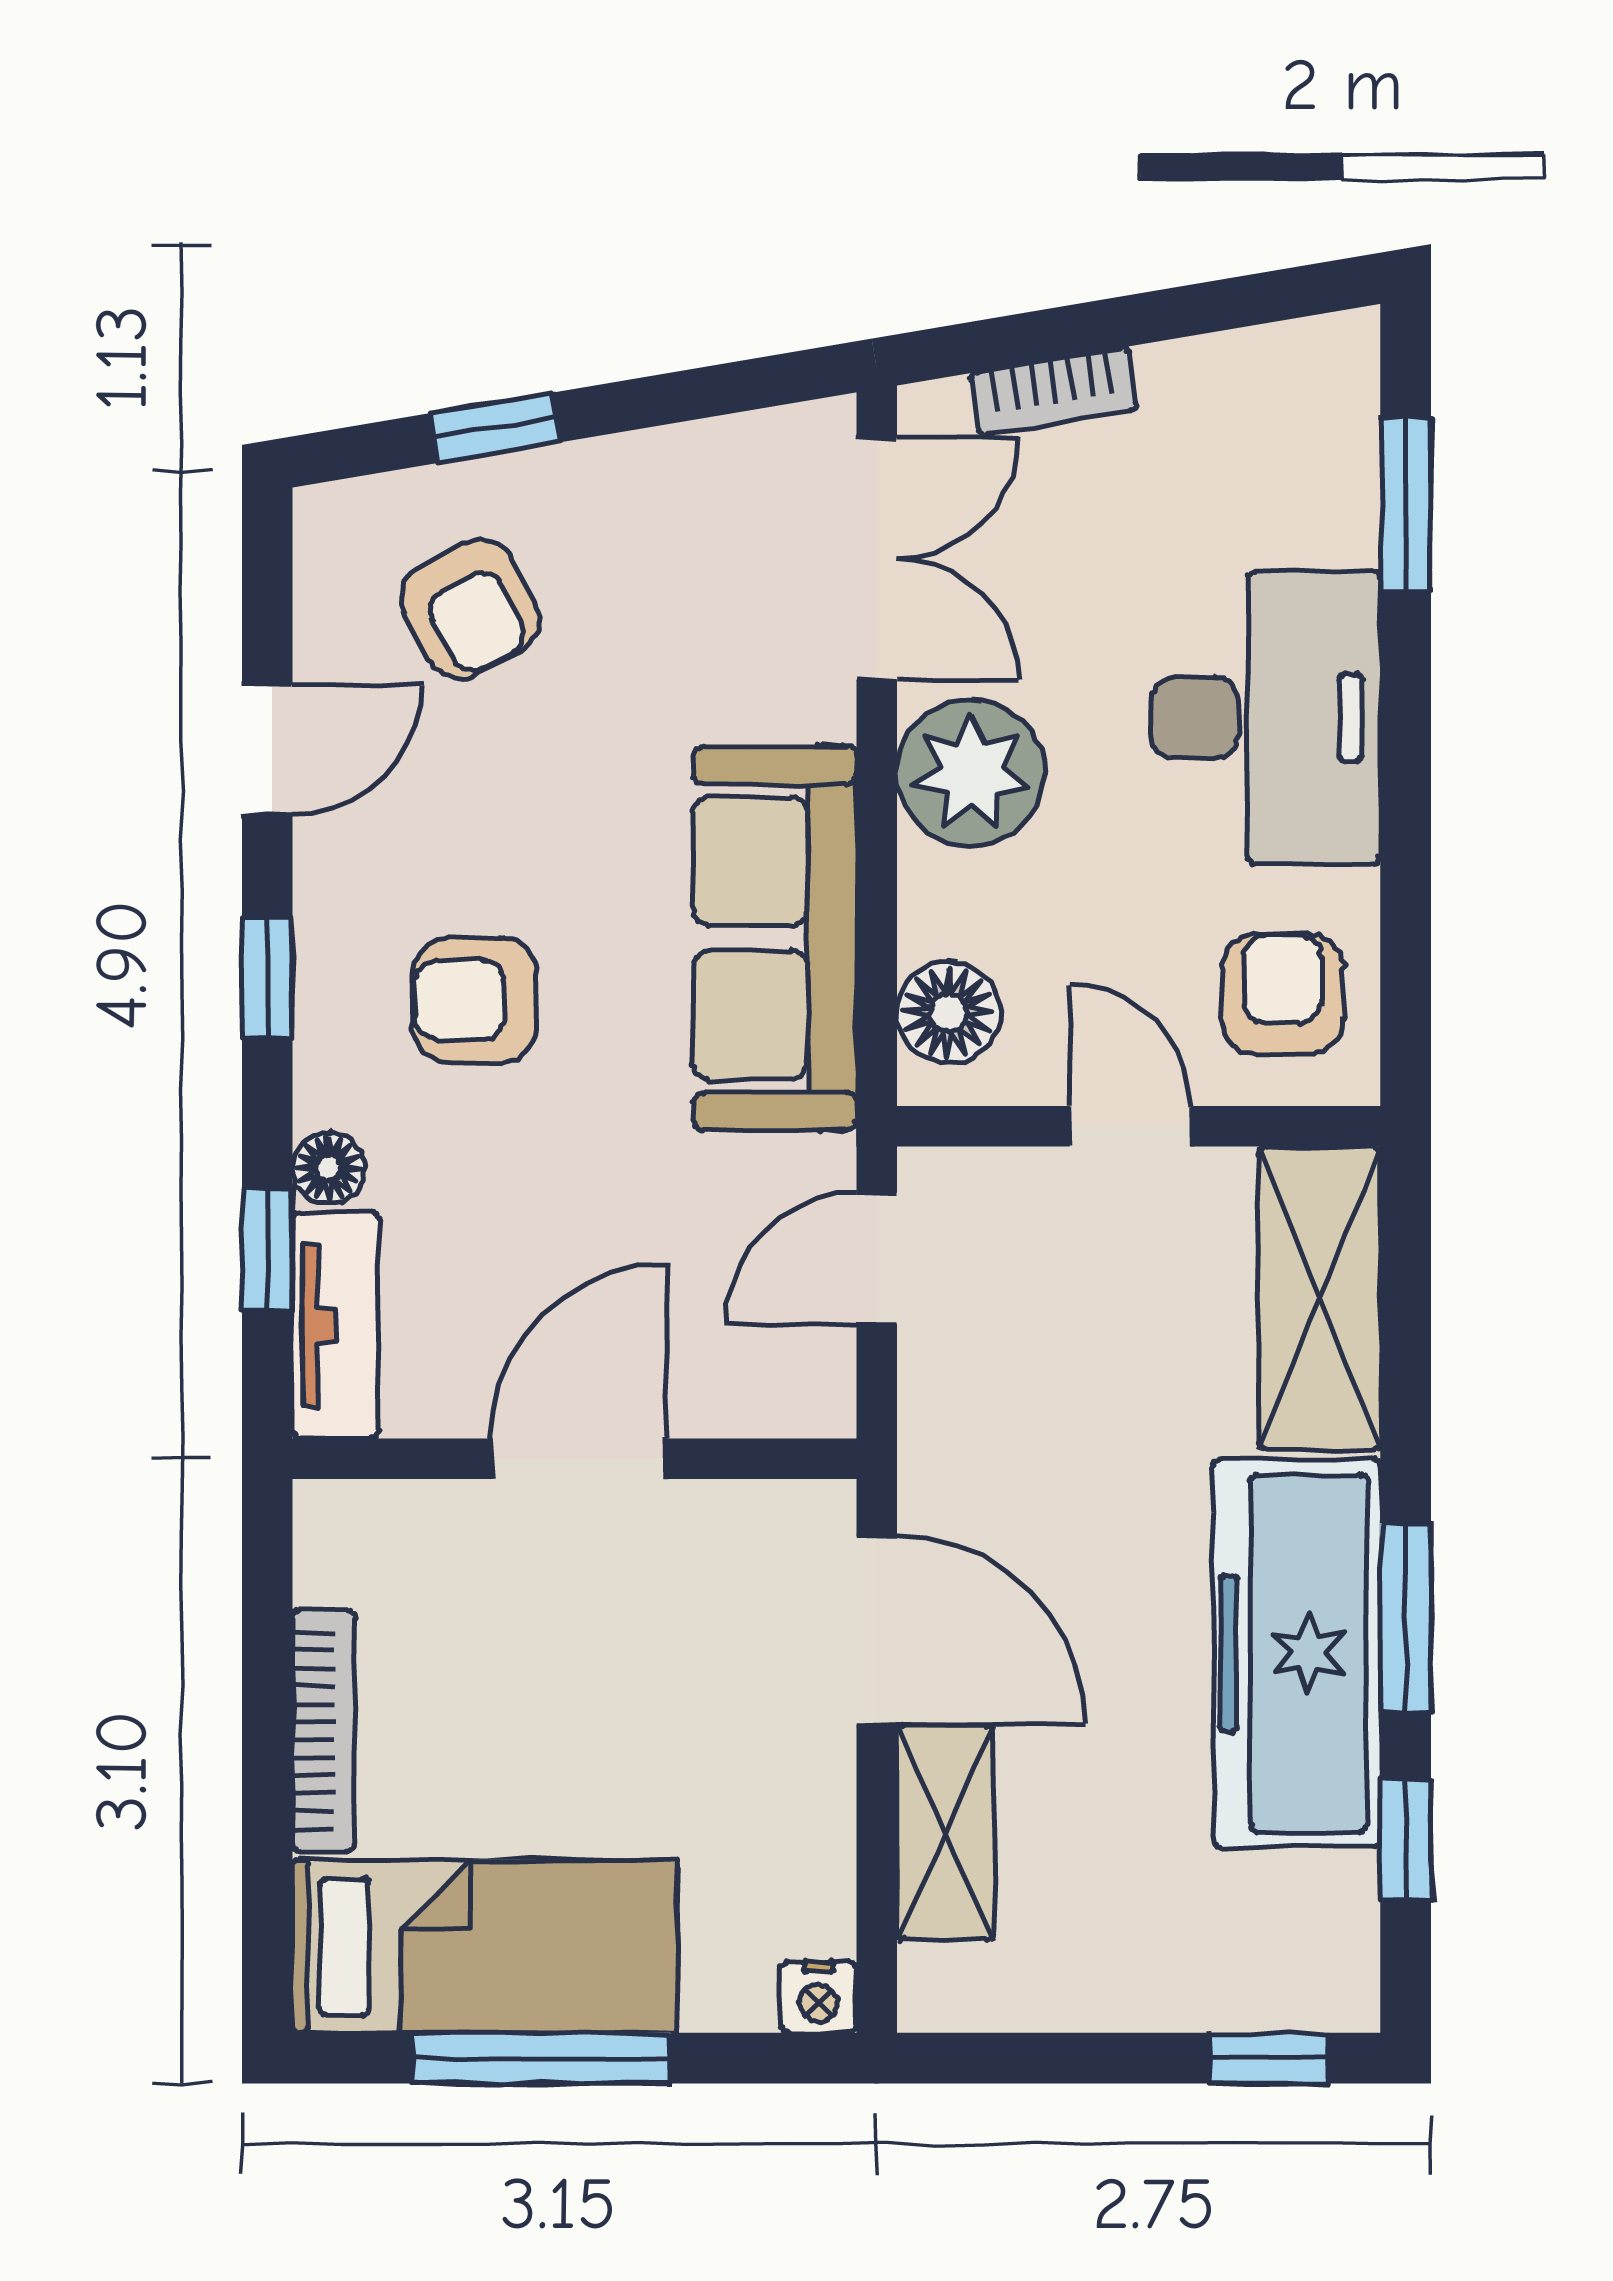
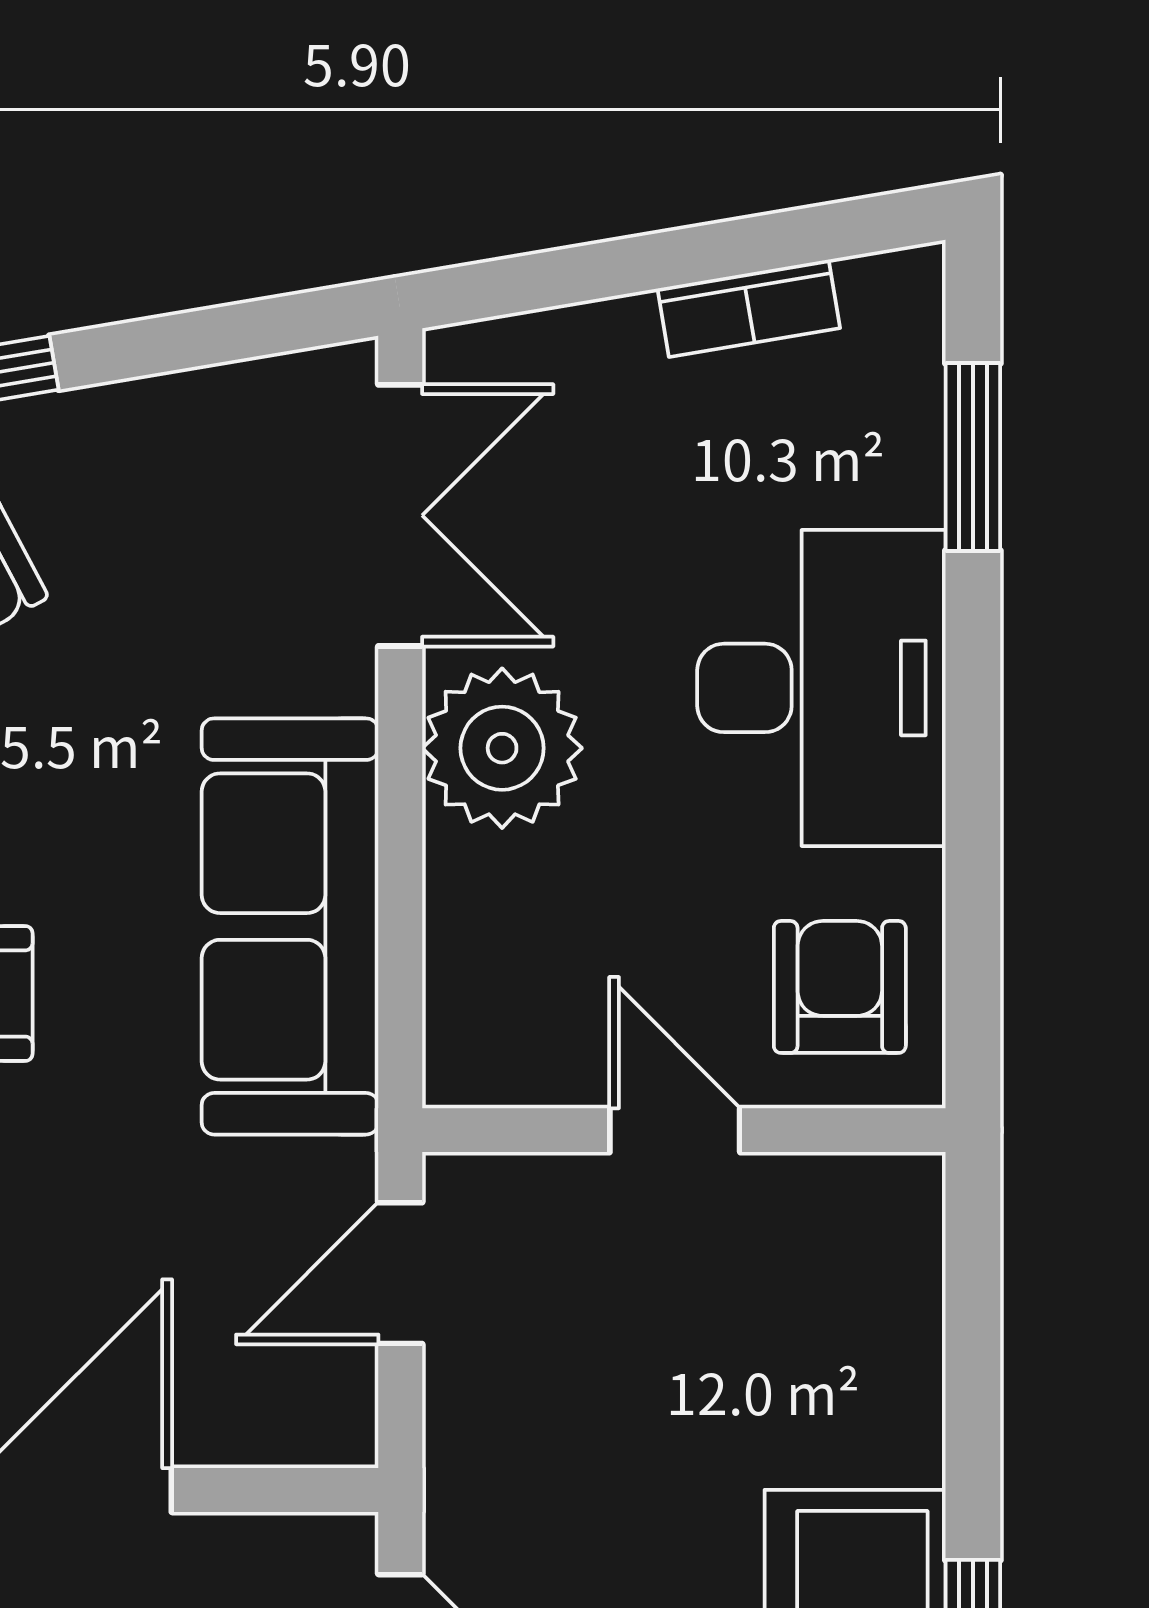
bookcase: (1054, 392) -> (749, 308), moved
floor lamp: (948, 1012) -> (478, 1007), removed
shelving: (1320, 1298) -> (880, 1317), removed

